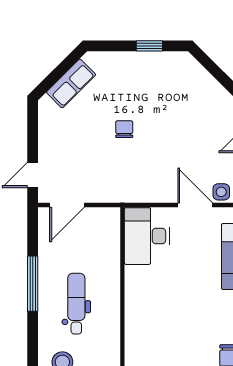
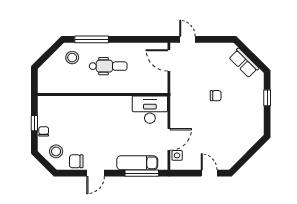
window: (149, 46) -> (267, 98), moved
window: (33, 284) -> (92, 39), moved

